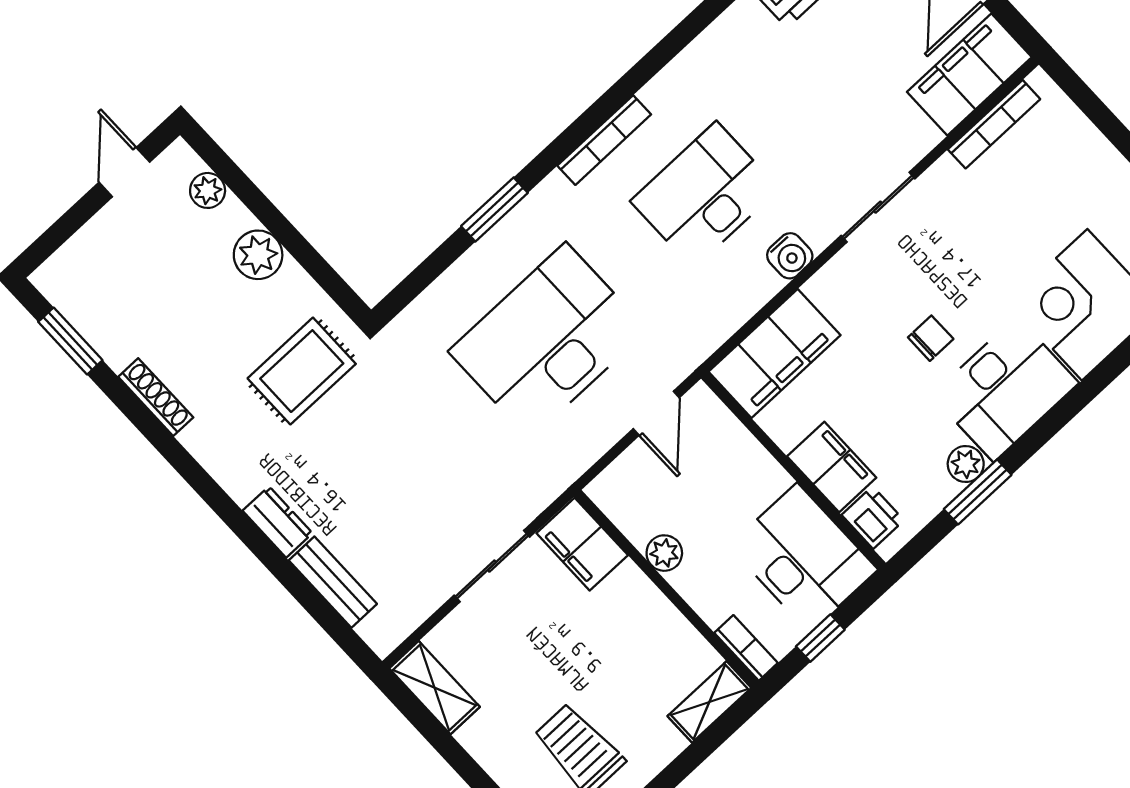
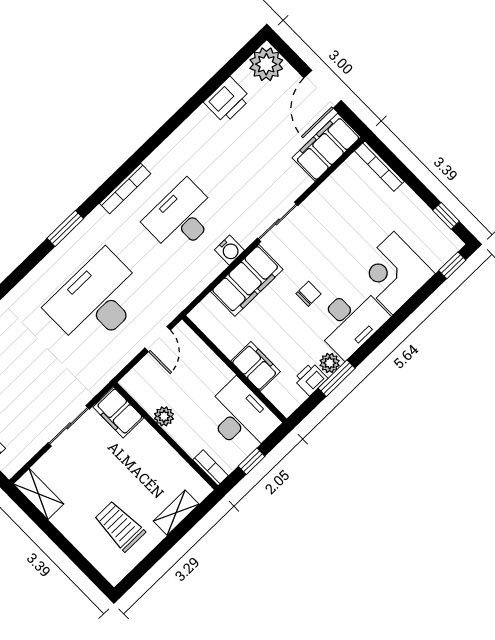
bookcase: (994, 124) -> (379, 166), moved, turned 90
filing cabinet: (775, 353) -> (247, 280), moved
printer: (873, 518) -> (311, 379), moved, turned -90
shelving: (709, 702) -> (176, 513), moved

